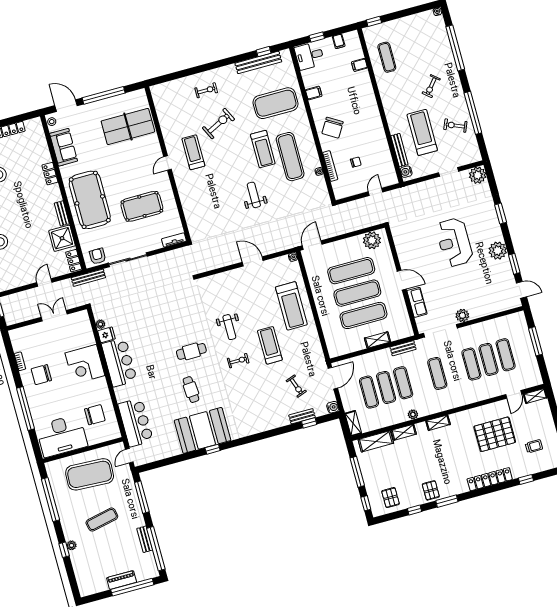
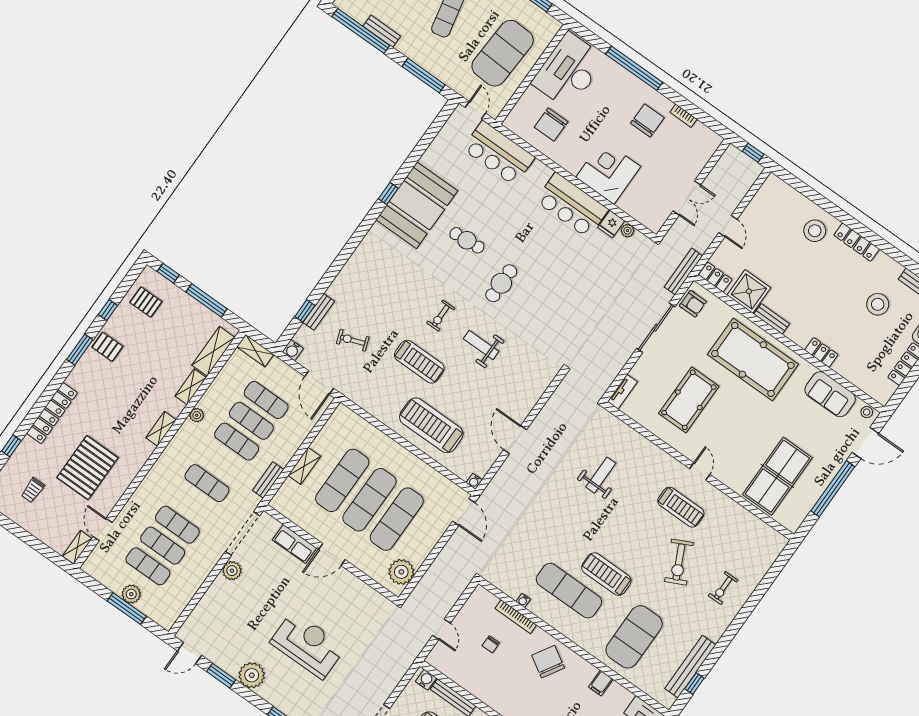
weight bench: (254, 195) -> (601, 475), moved, turned -90
door: (253, 261) -> (515, 440), swing flipped
plant: (527, 347) -> (131, 594), added

